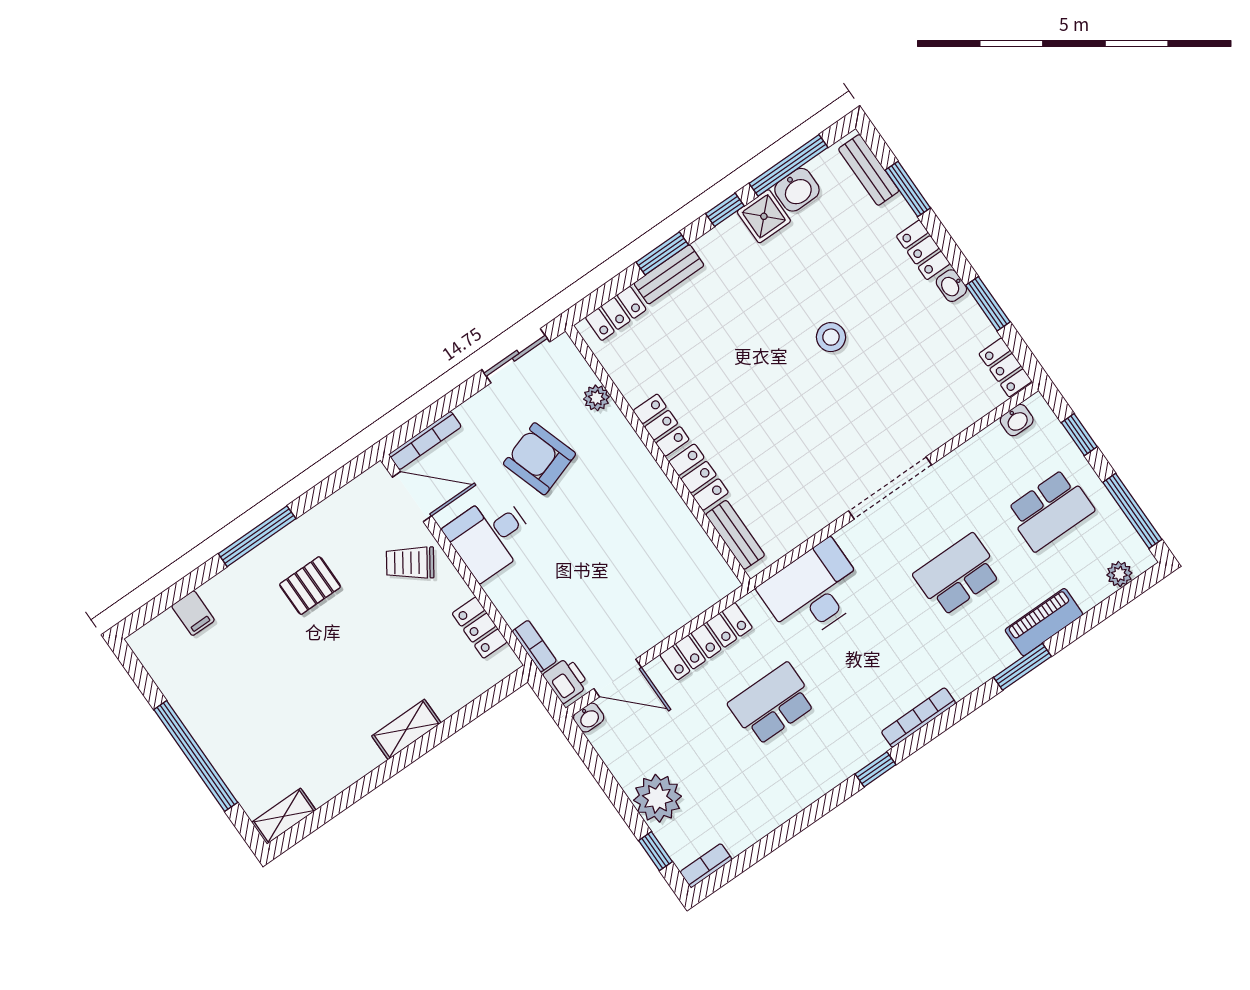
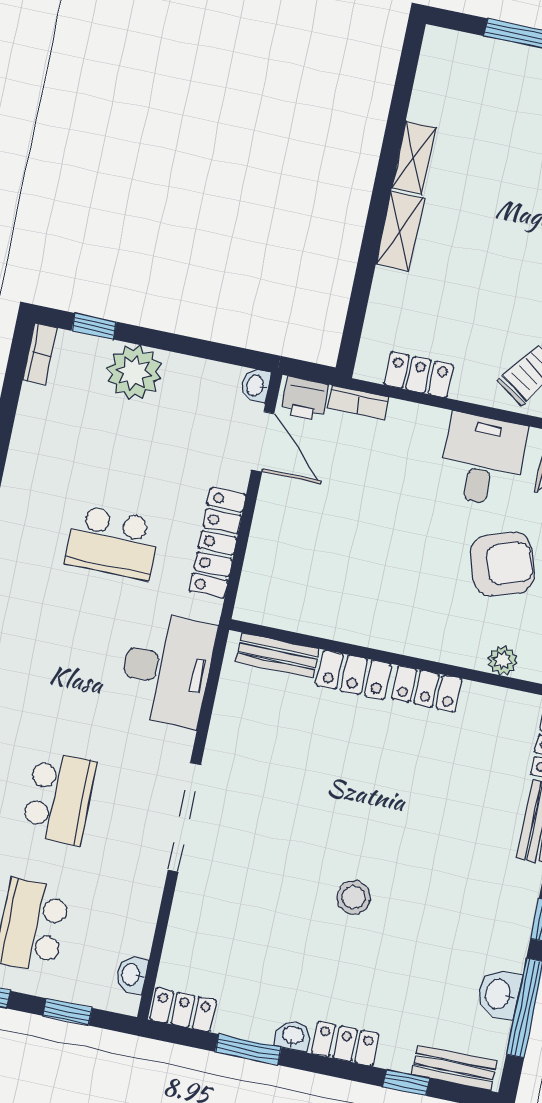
window: (908, 189) -> (406, 1083), width x0.67
shower: (764, 216) -> (506, 946), removed
door: (618, 678) -> (263, 442), swing flipped
school desk: (772, 704) -> (112, 542), turned 90
shelving: (284, 816) -> (414, 158), moved

